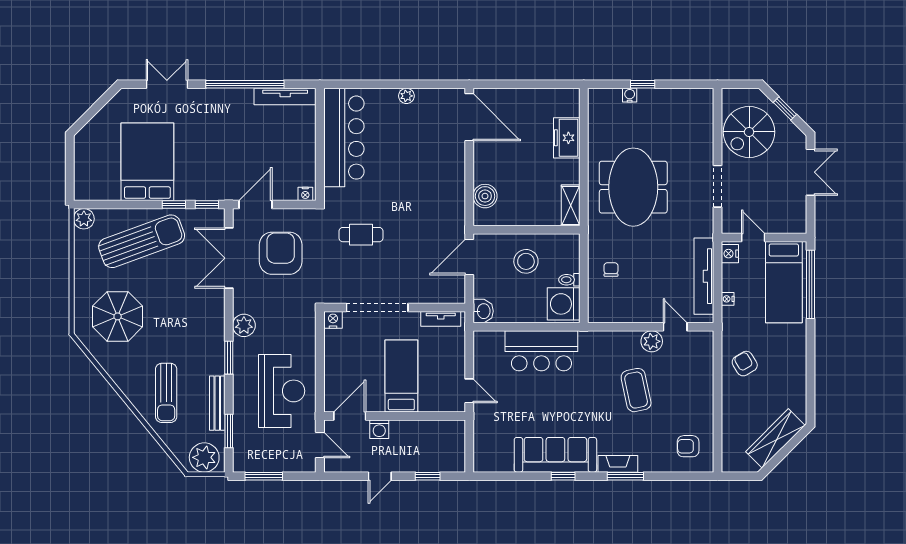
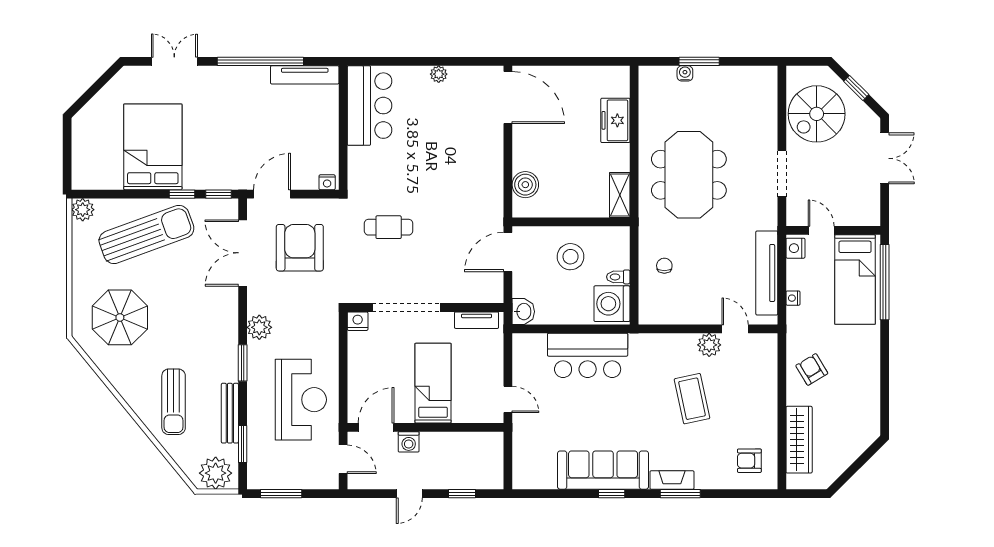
window: (643, 84) -> (699, 61), width x1.50
bar counter: (344, 138) -> (370, 106), width x0.73
wardrobe: (775, 438) -> (799, 440), moved, turned 135

